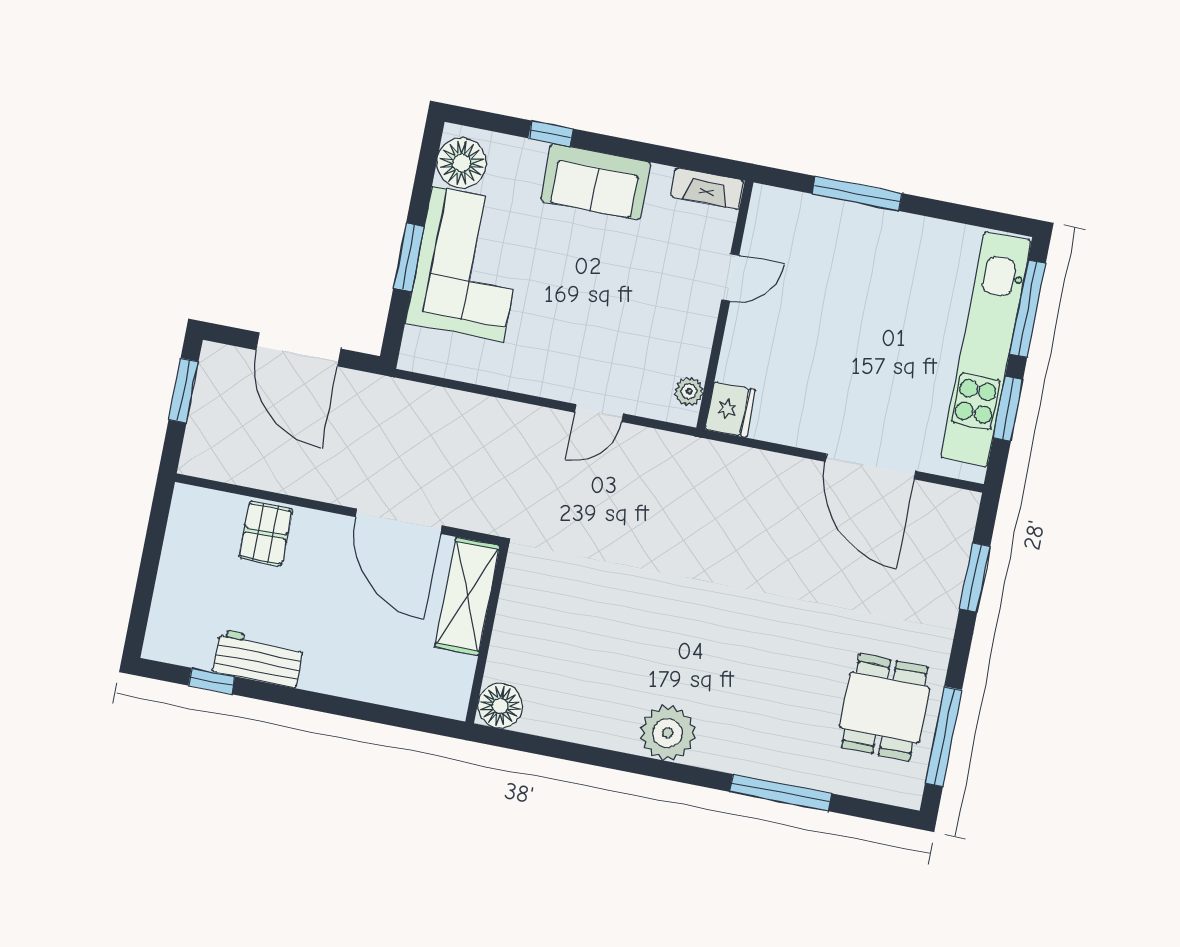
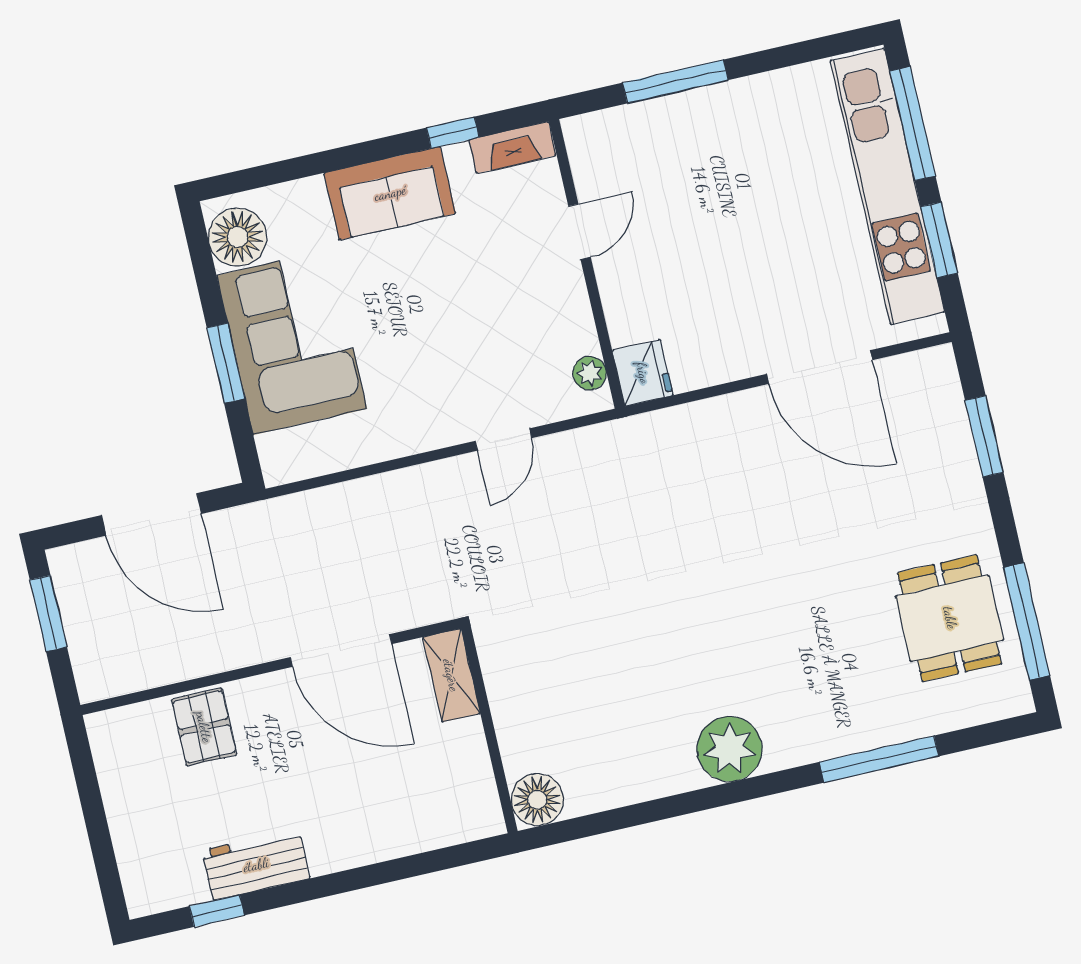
window: (551, 133) -> (453, 132), moved
shelving: (467, 596) -> (451, 675), width x0.67, depth x0.75

